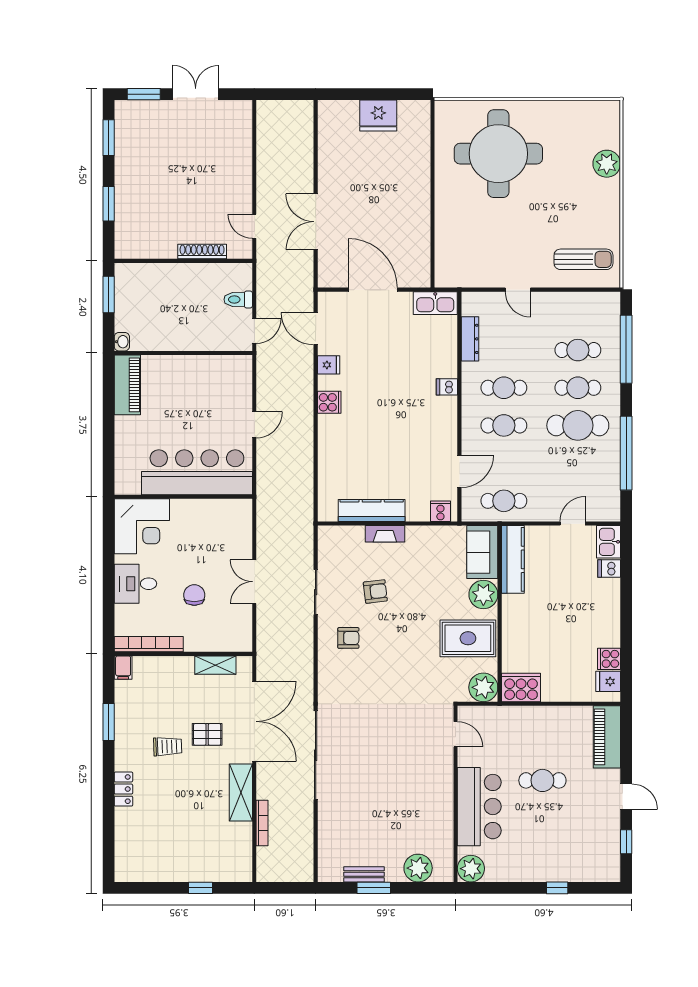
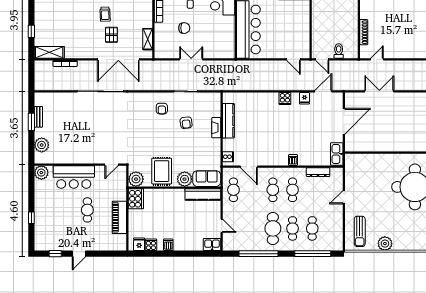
plant: (607, 164) -> (385, 244), moved
door: (254, 425) -> (293, 59), moved
dishwasher: (609, 568) -> (168, 245), moved
piano: (607, 737) -> (119, 217), moved, turned -90
shelving: (241, 792) -> (49, 52), moved

